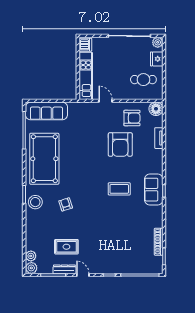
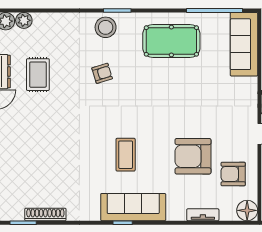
armchair: (132, 118) -> (233, 174), turned 90
pool table: (44, 159) -> (171, 41), width x0.73, depth x0.76
sofa: (154, 190) -> (133, 207), width x1.36

